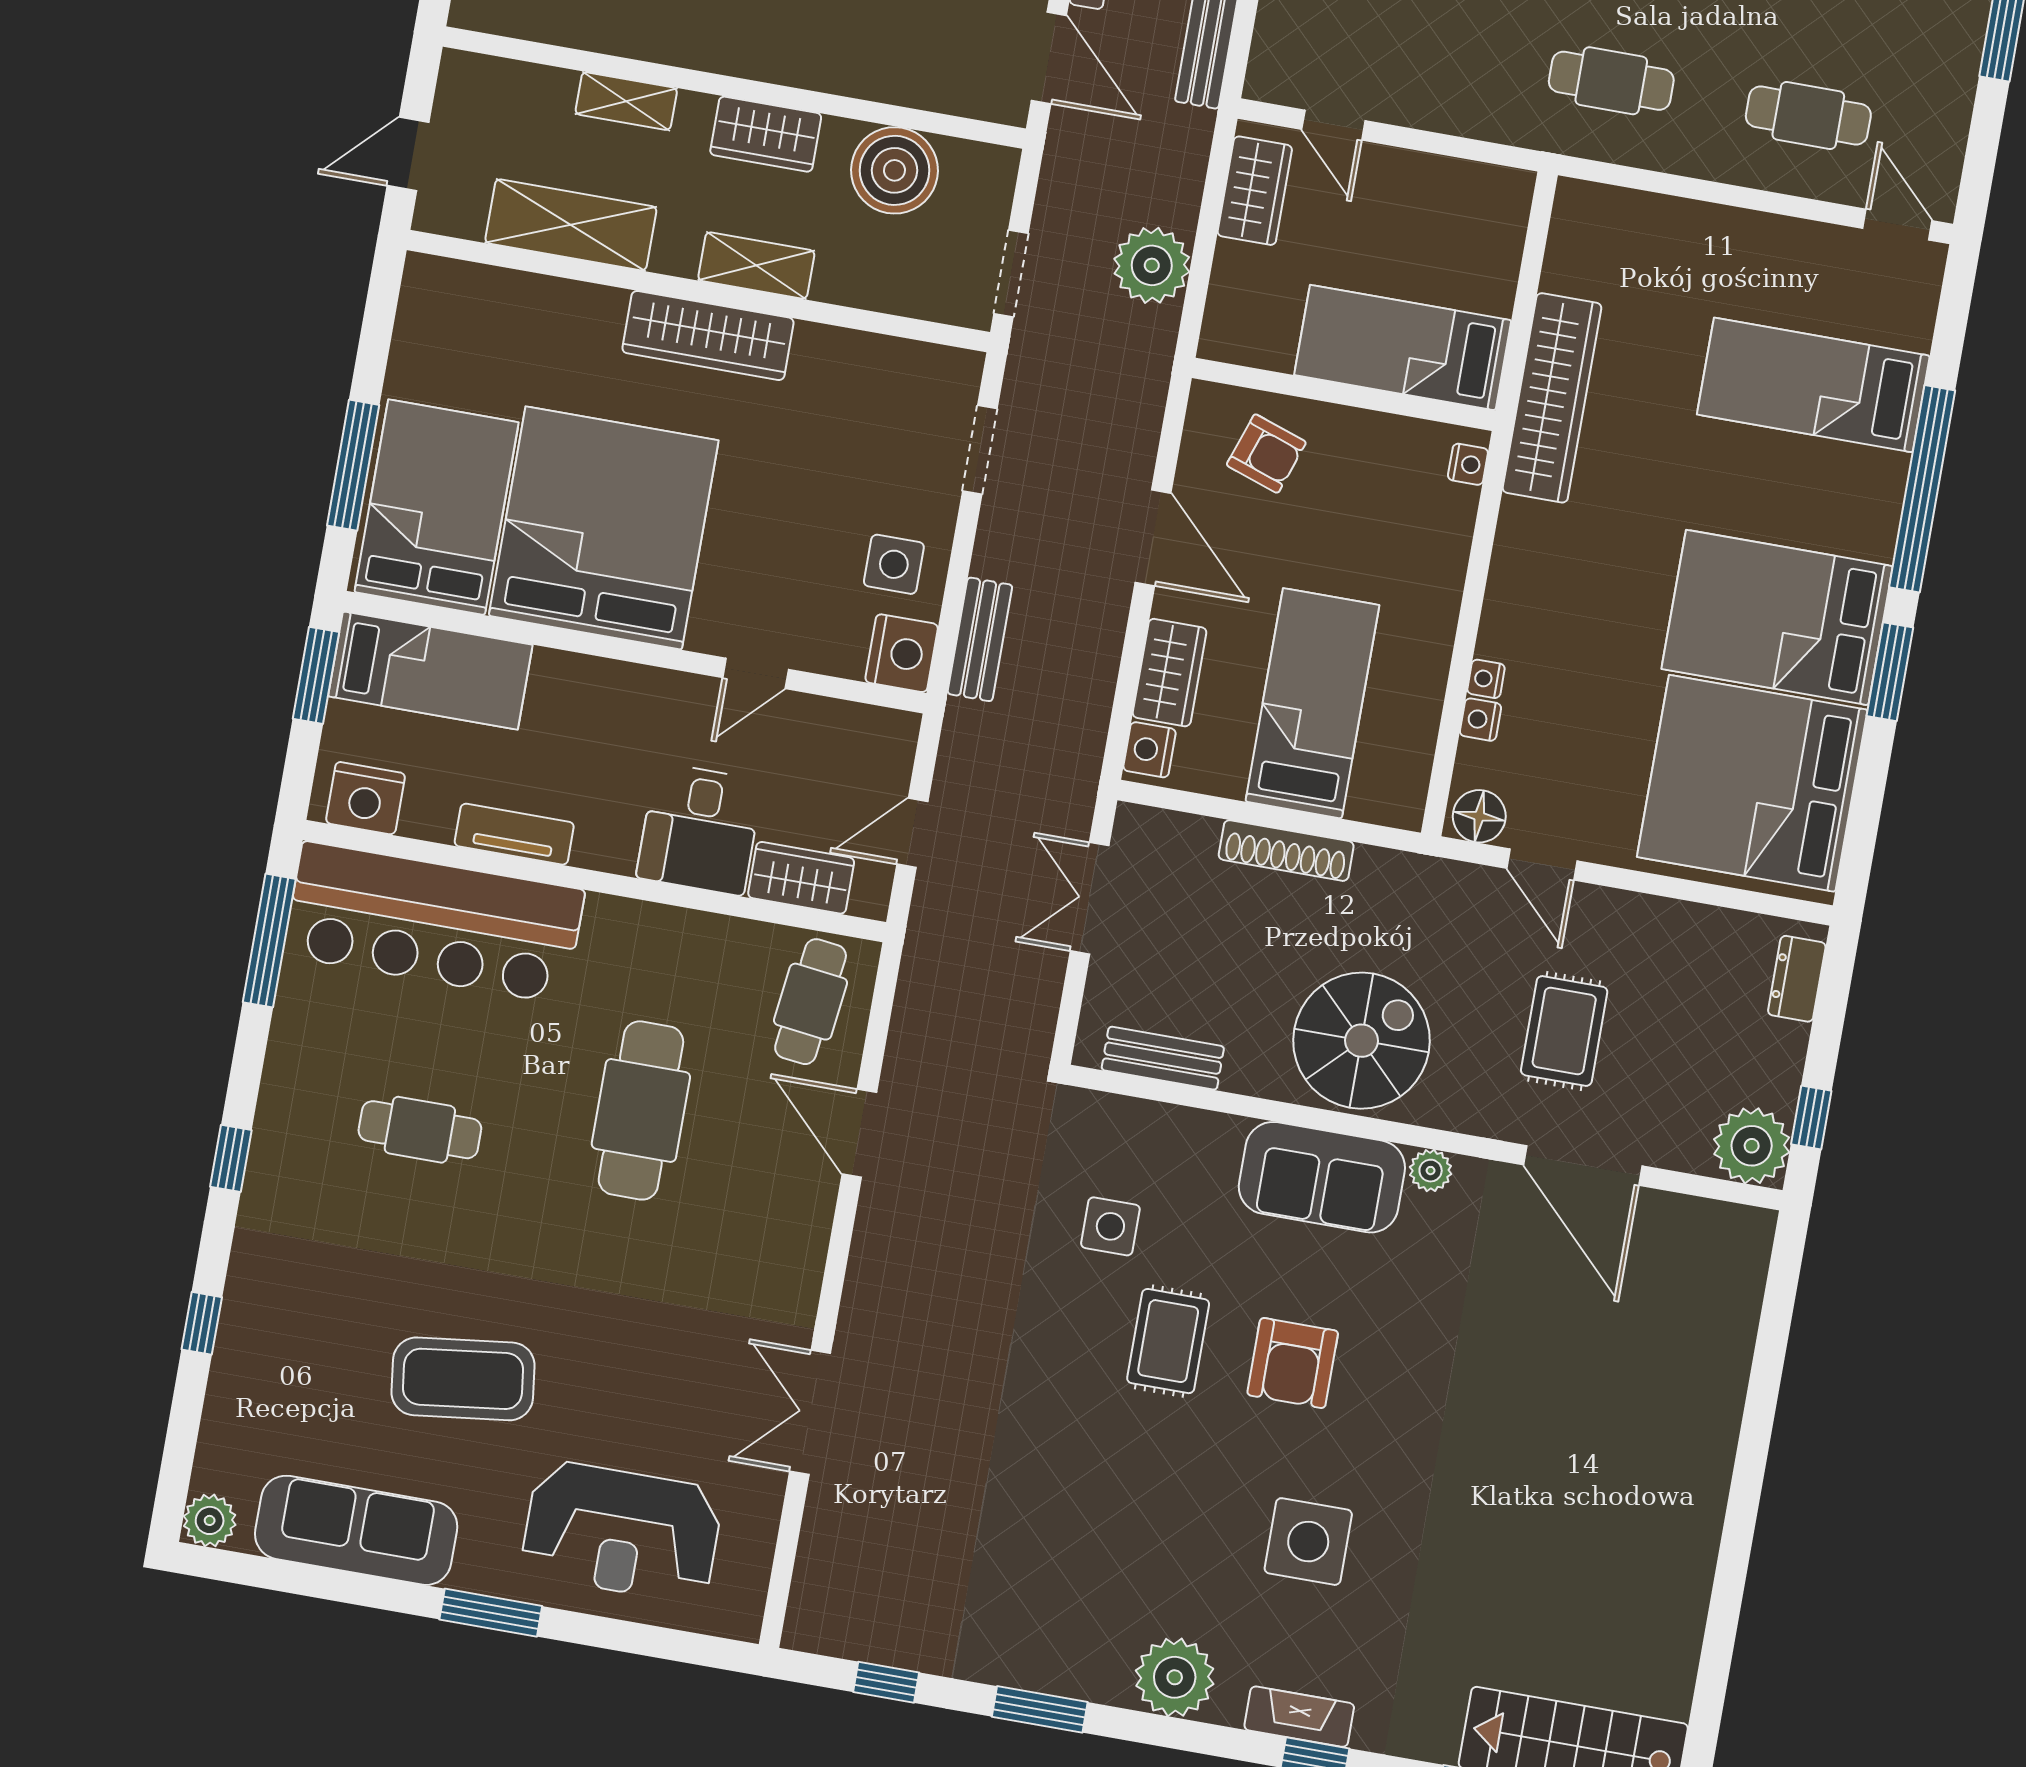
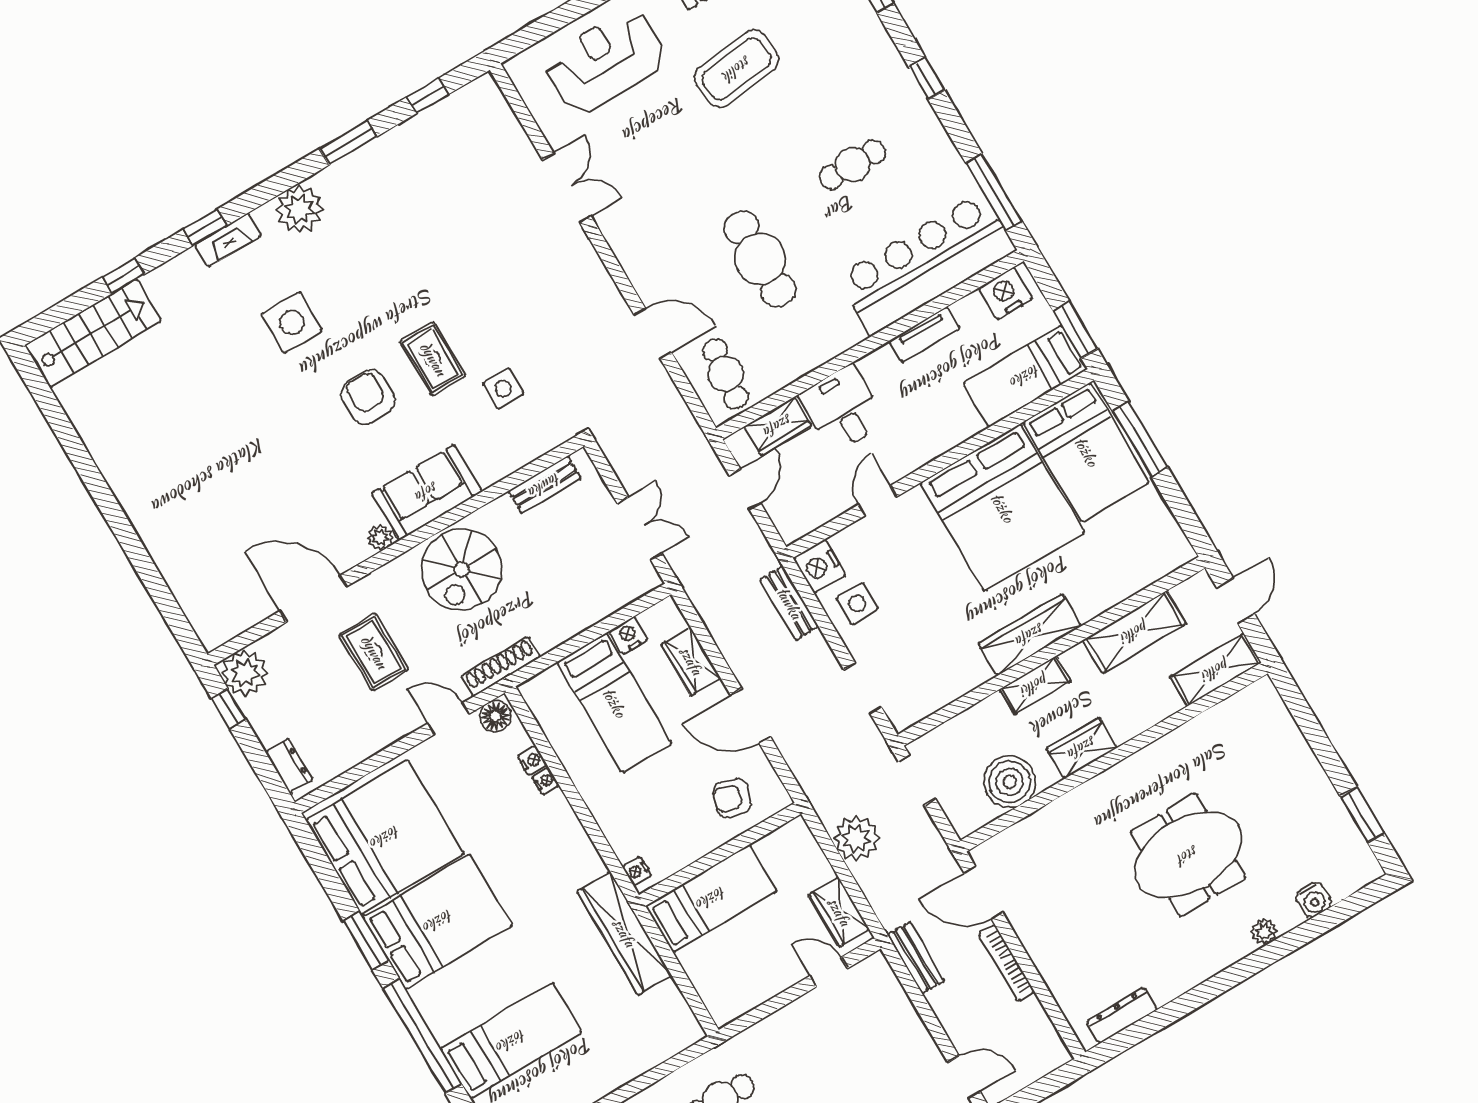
shelving: (626, 101) -> (1216, 670), moved, width x1.50, depth x1.33
nightstand: (1150, 750) -> (628, 635), moved, turned -90
shoe rack: (1286, 851) -> (501, 667), moved

